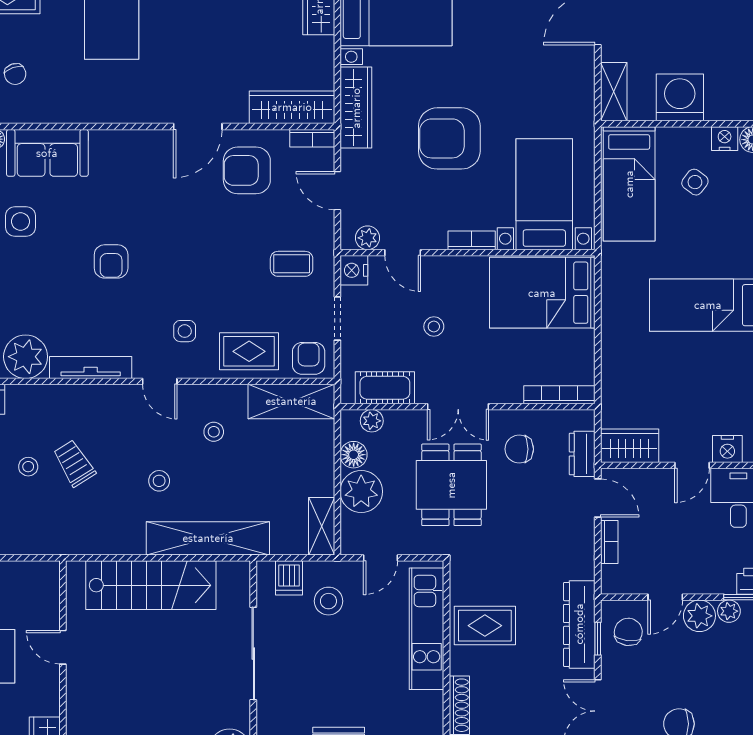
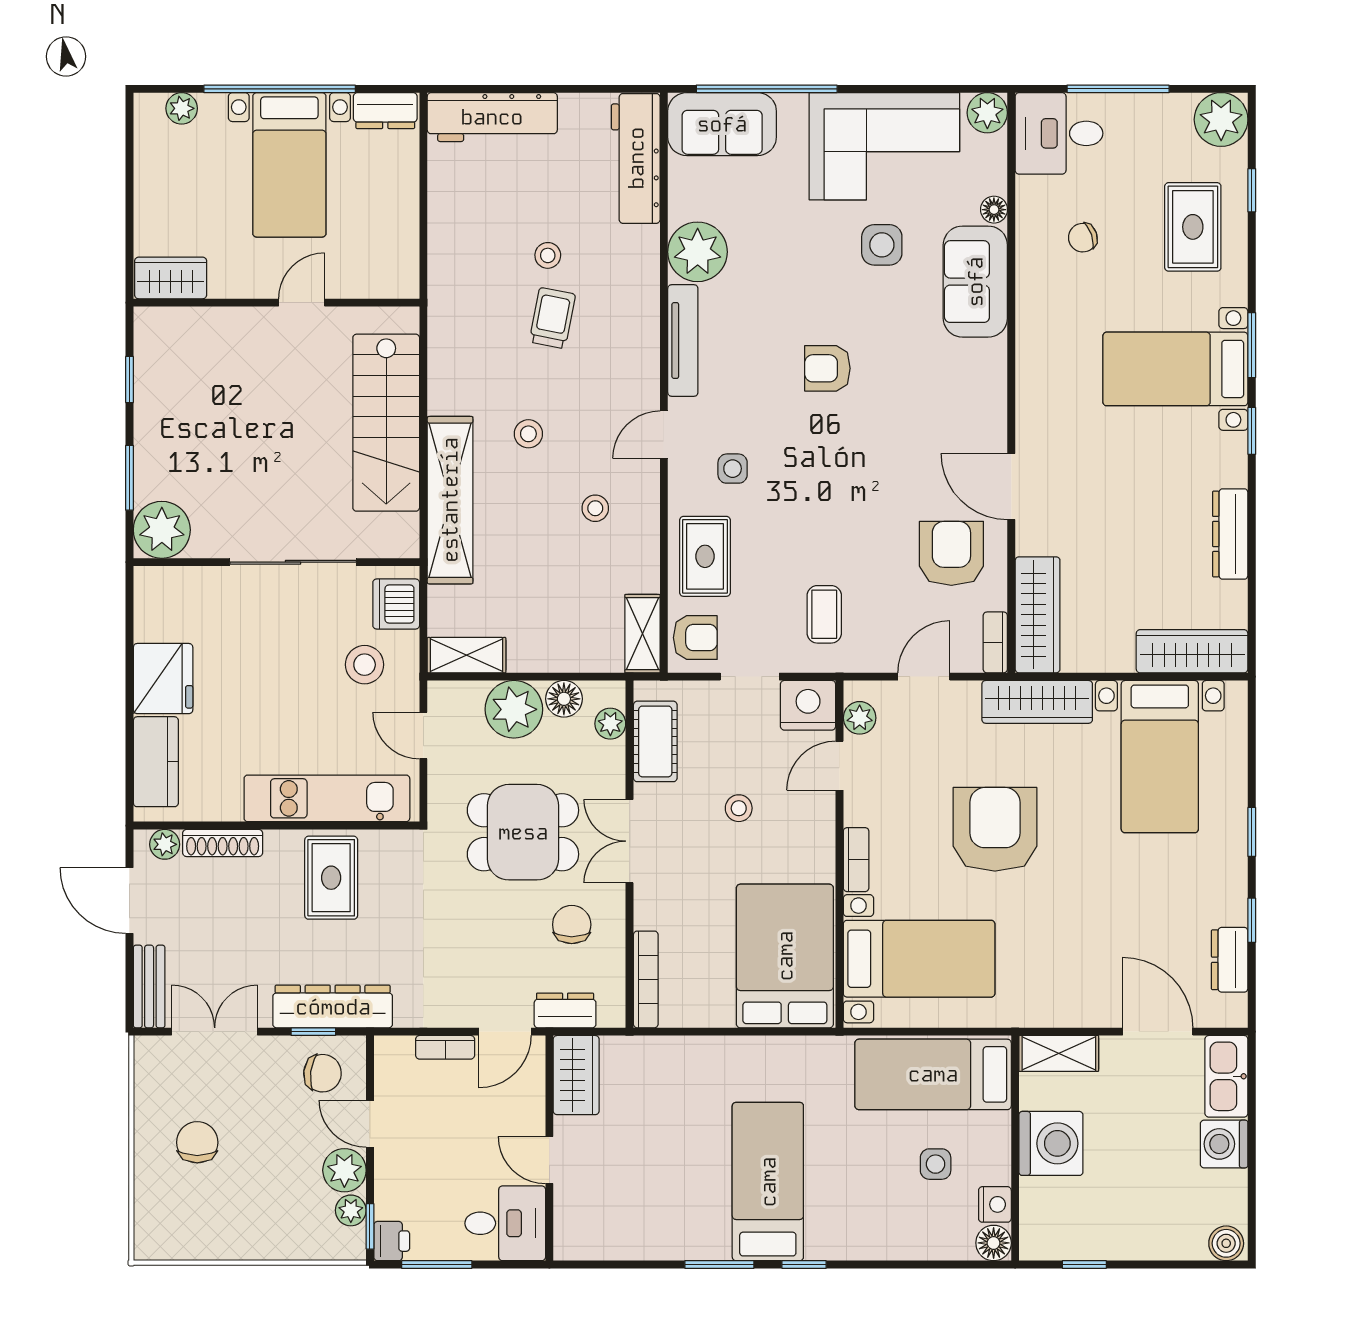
side table: (695, 182) -> (936, 1164), turned -37
nightstand: (354, 270) -> (808, 705), width x1.36, depth x1.33
shelving: (291, 401) -> (642, 634), width x0.67, depth x0.75
nightstand: (727, 449) -> (572, 1208), removed
trolley: (74, 463) -> (552, 318), turned -47
dishwasher: (289, 578) -> (396, 604), width x1.38

